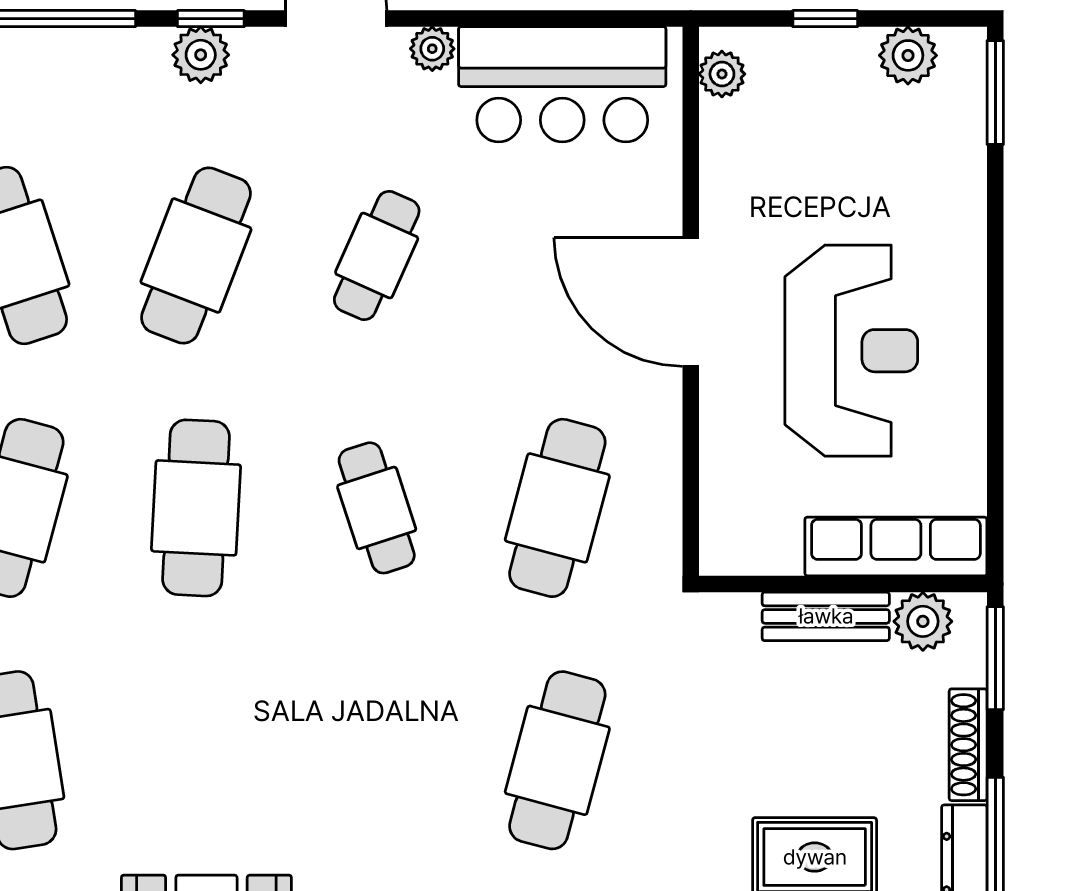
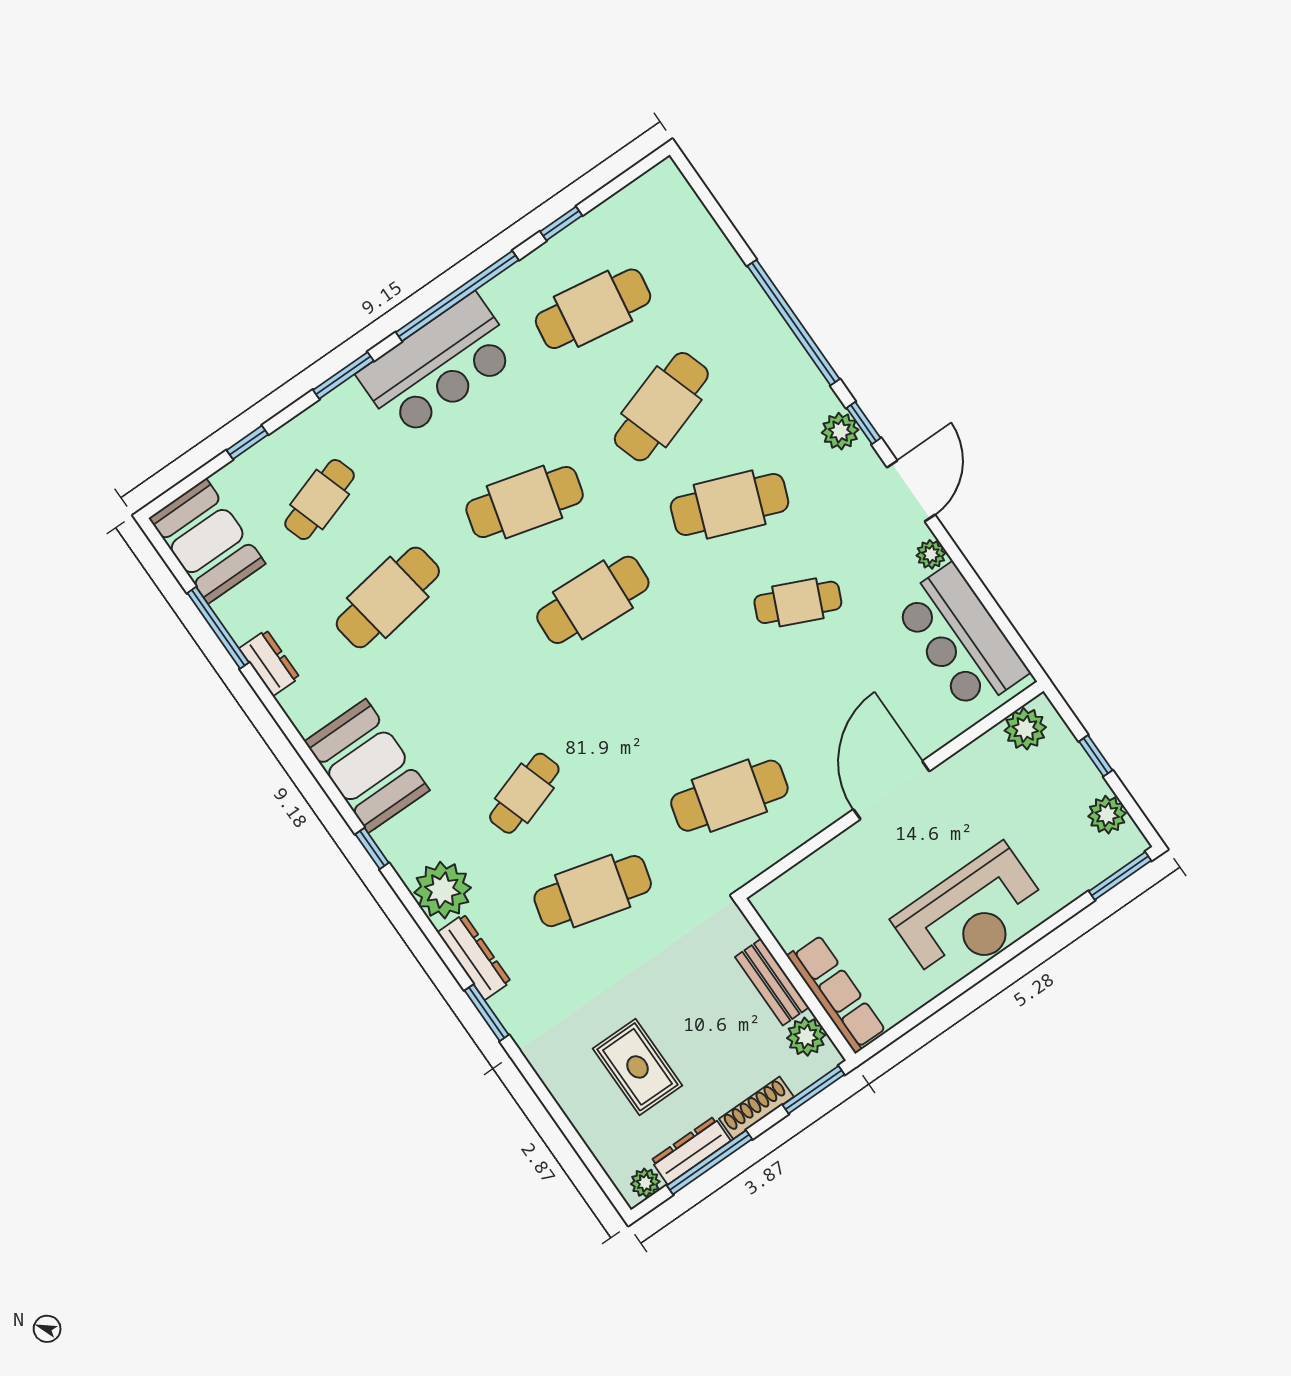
plant: (722, 74) -> (1025, 729), width x1.38, depth x1.38
reception desk: (851, 351) -> (971, 915), moved
cafe table: (377, 508) -> (524, 793), moved

